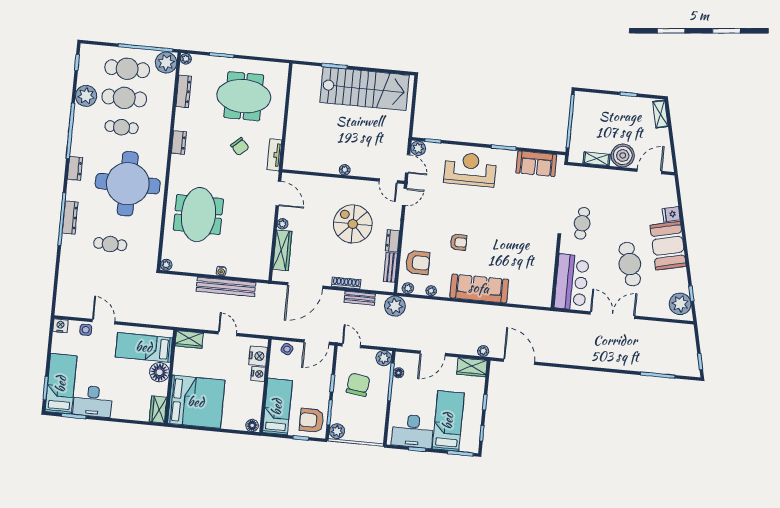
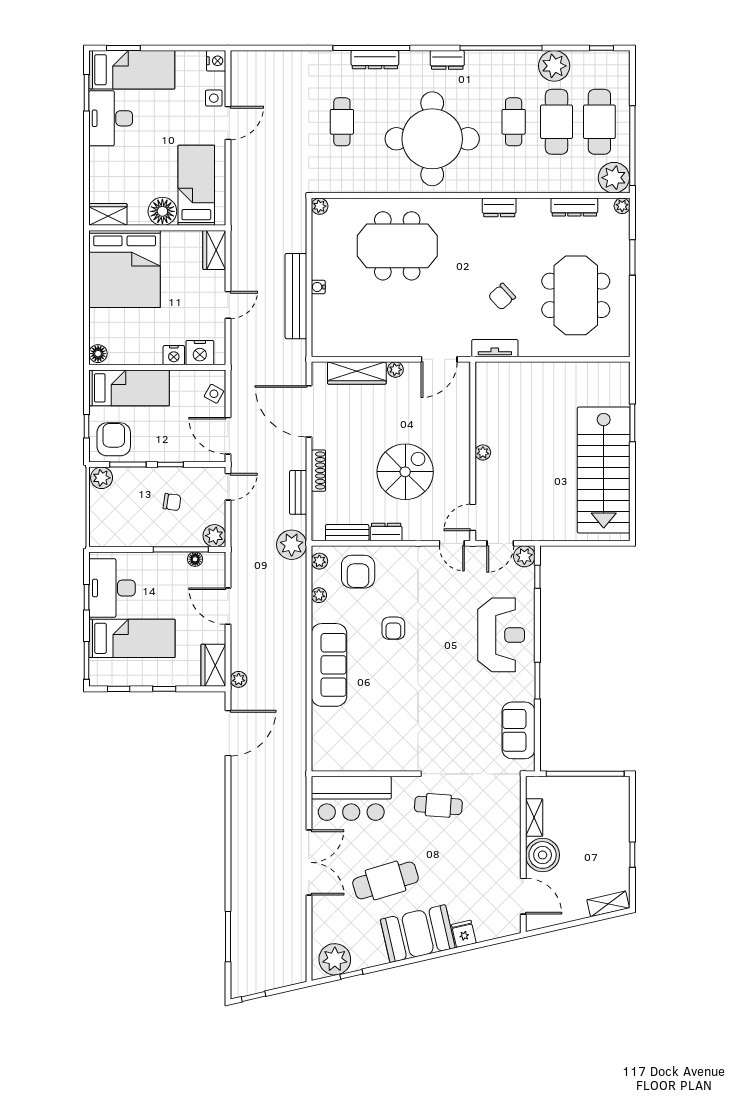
chair: (358, 385) -> (172, 502), width x0.54, depth x0.54

